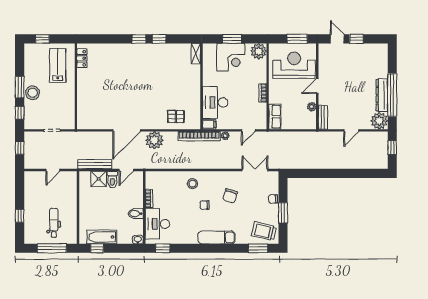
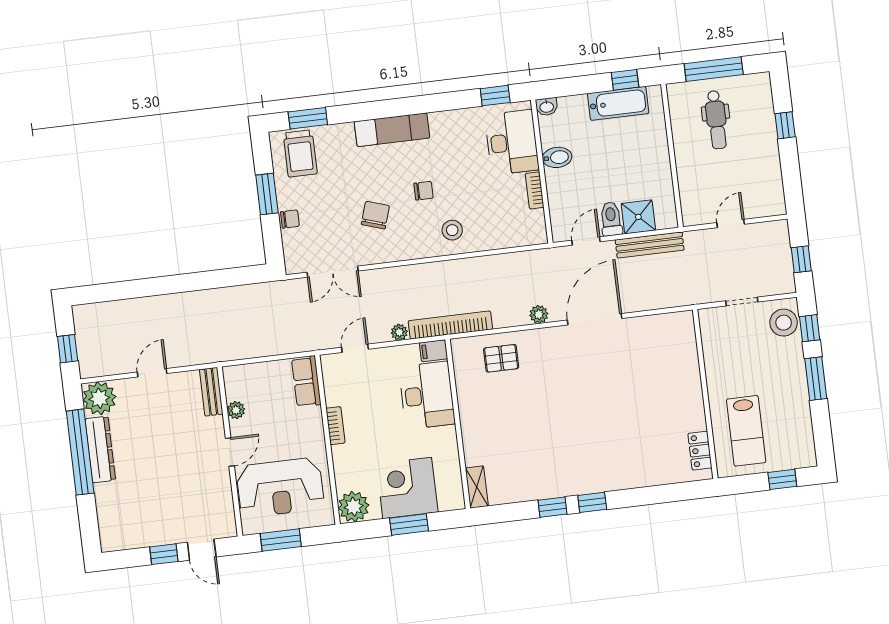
stool: (33, 93) -> (784, 323), moved
plant: (154, 140) -> (539, 314), width x0.53, depth x0.53
trolley: (264, 231) -> (300, 153), turned 77

